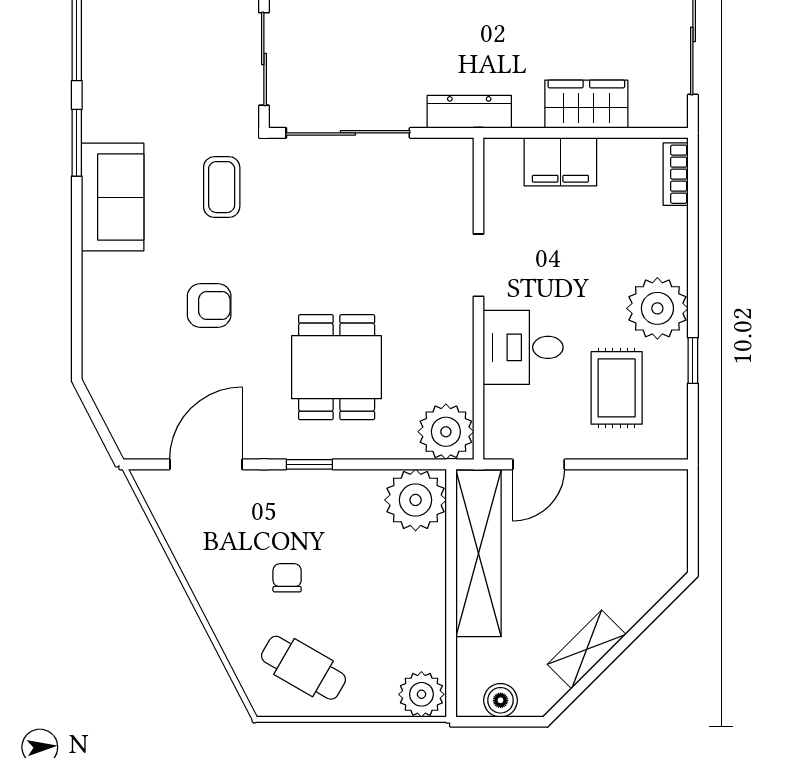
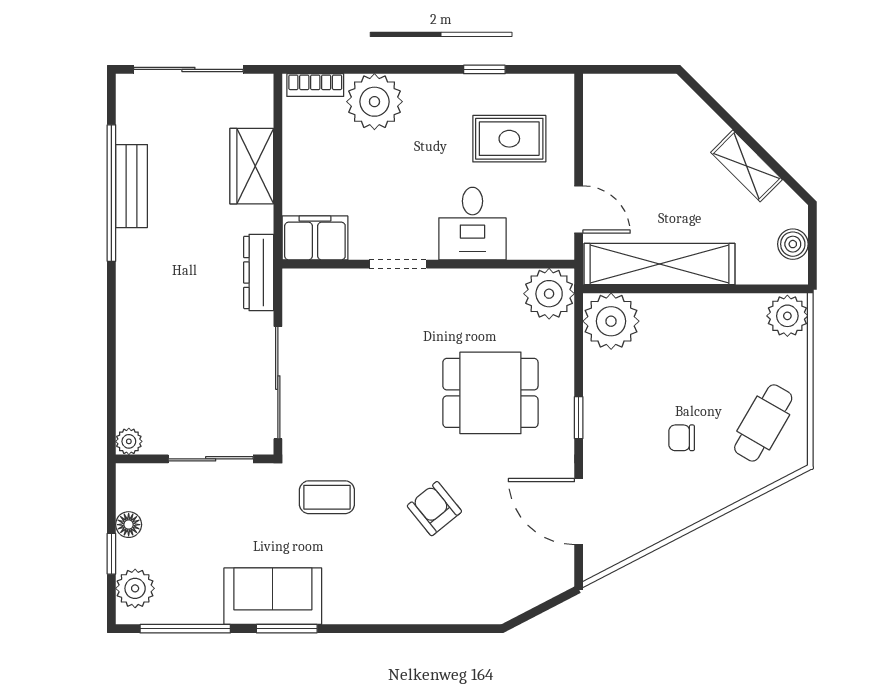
filing cabinet: (560, 162) -> (315, 238), moved, turned -90
sofa: (113, 197) -> (273, 596), moved
armchair: (209, 305) -> (434, 509), turned -39
plant: (657, 308) -> (374, 102), moved

